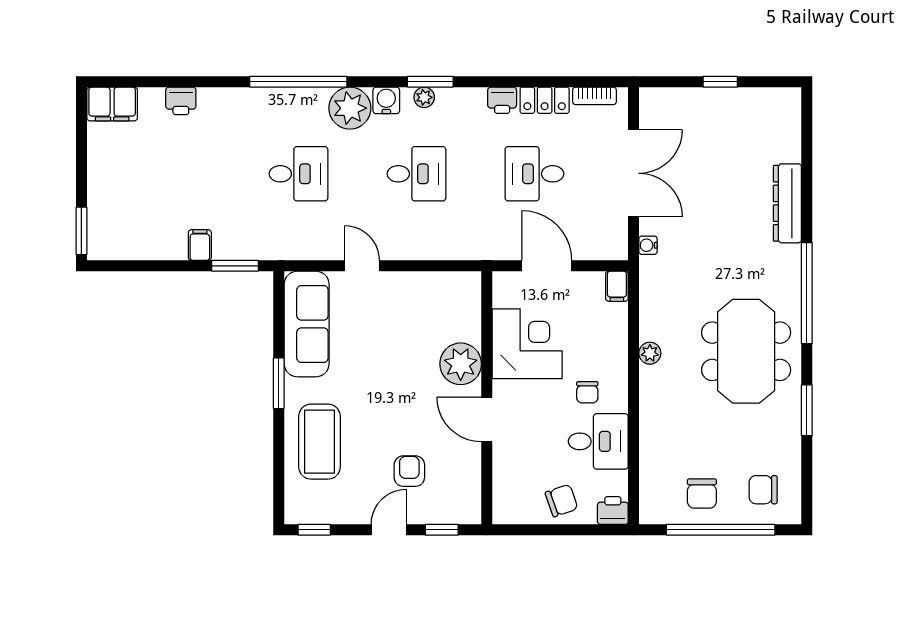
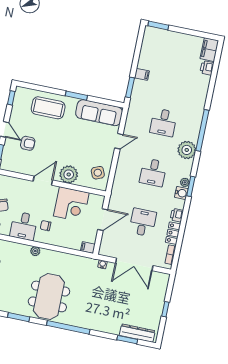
water cooler: (386, 100) -> (181, 193), moved
printer: (181, 101) -> (207, 68), moved
window: (807, 154) -> (127, 340), added
dresser: (787, 203) -> (137, 333), moved
side table: (443, 299) -> (98, 173), added
meeting table: (746, 351) -> (49, 296), turned 90
plant: (650, 353) -> (35, 251), moved

